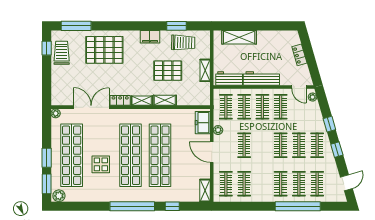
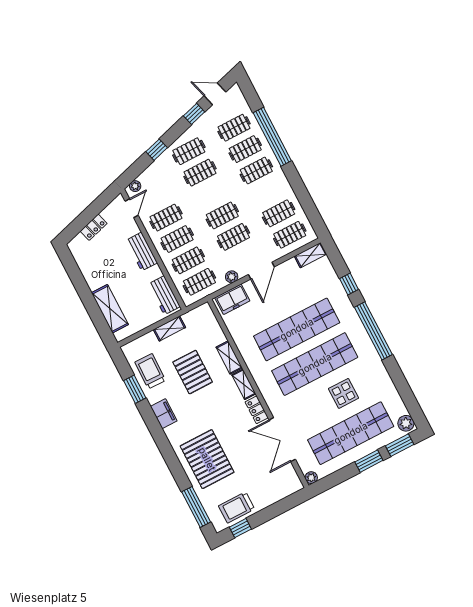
workbench: (261, 78) -> (142, 252), width x0.73
clothes rail: (281, 145) -> (222, 215), moved
window: (337, 150) -> (194, 114), moved

